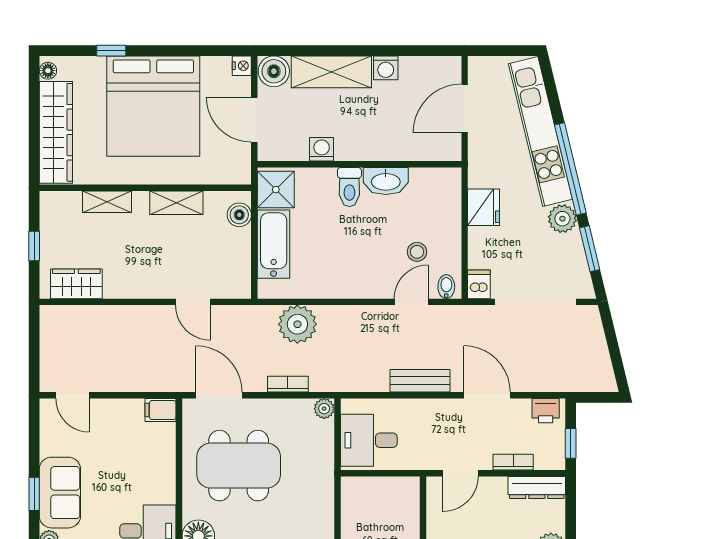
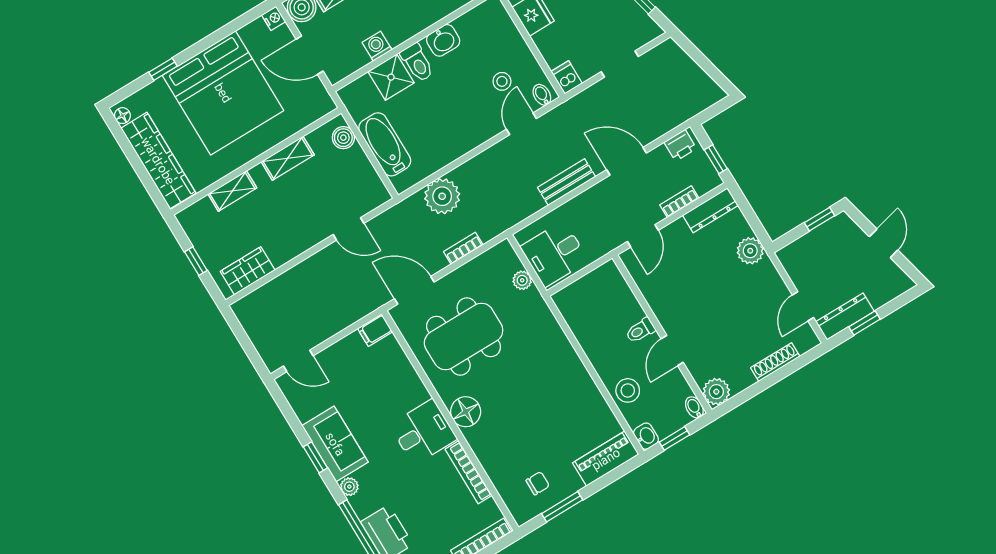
washbasin: (386, 181) -> (443, 40), width x0.72
shower: (276, 190) -> (391, 77), moved
doorway: (535, 302) -> (620, 64), width x0.53
plant: (324, 409) -> (522, 280), moved

